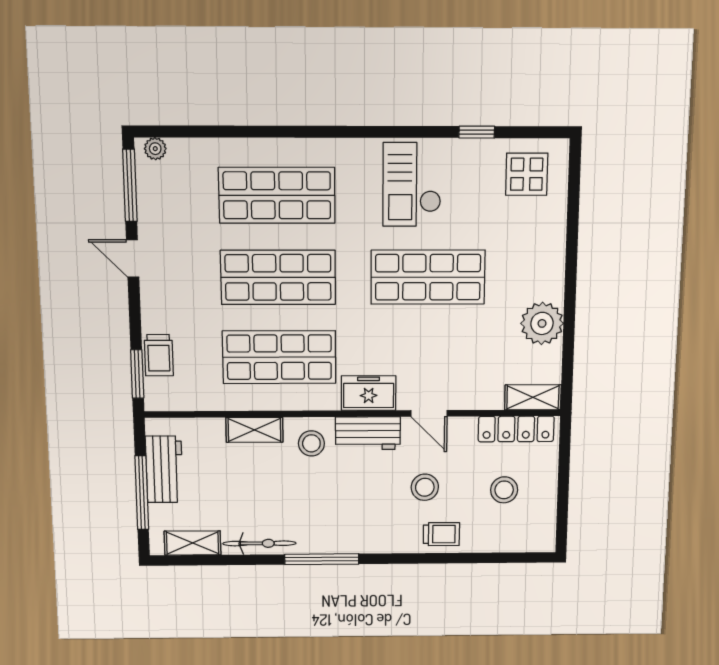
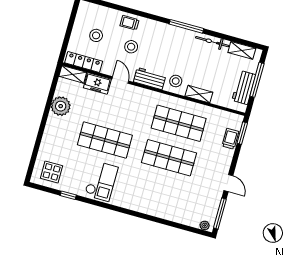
shop shelf: (277, 195) -> (159, 192), removed
freezer: (369, 393) -> (97, 83), moved

